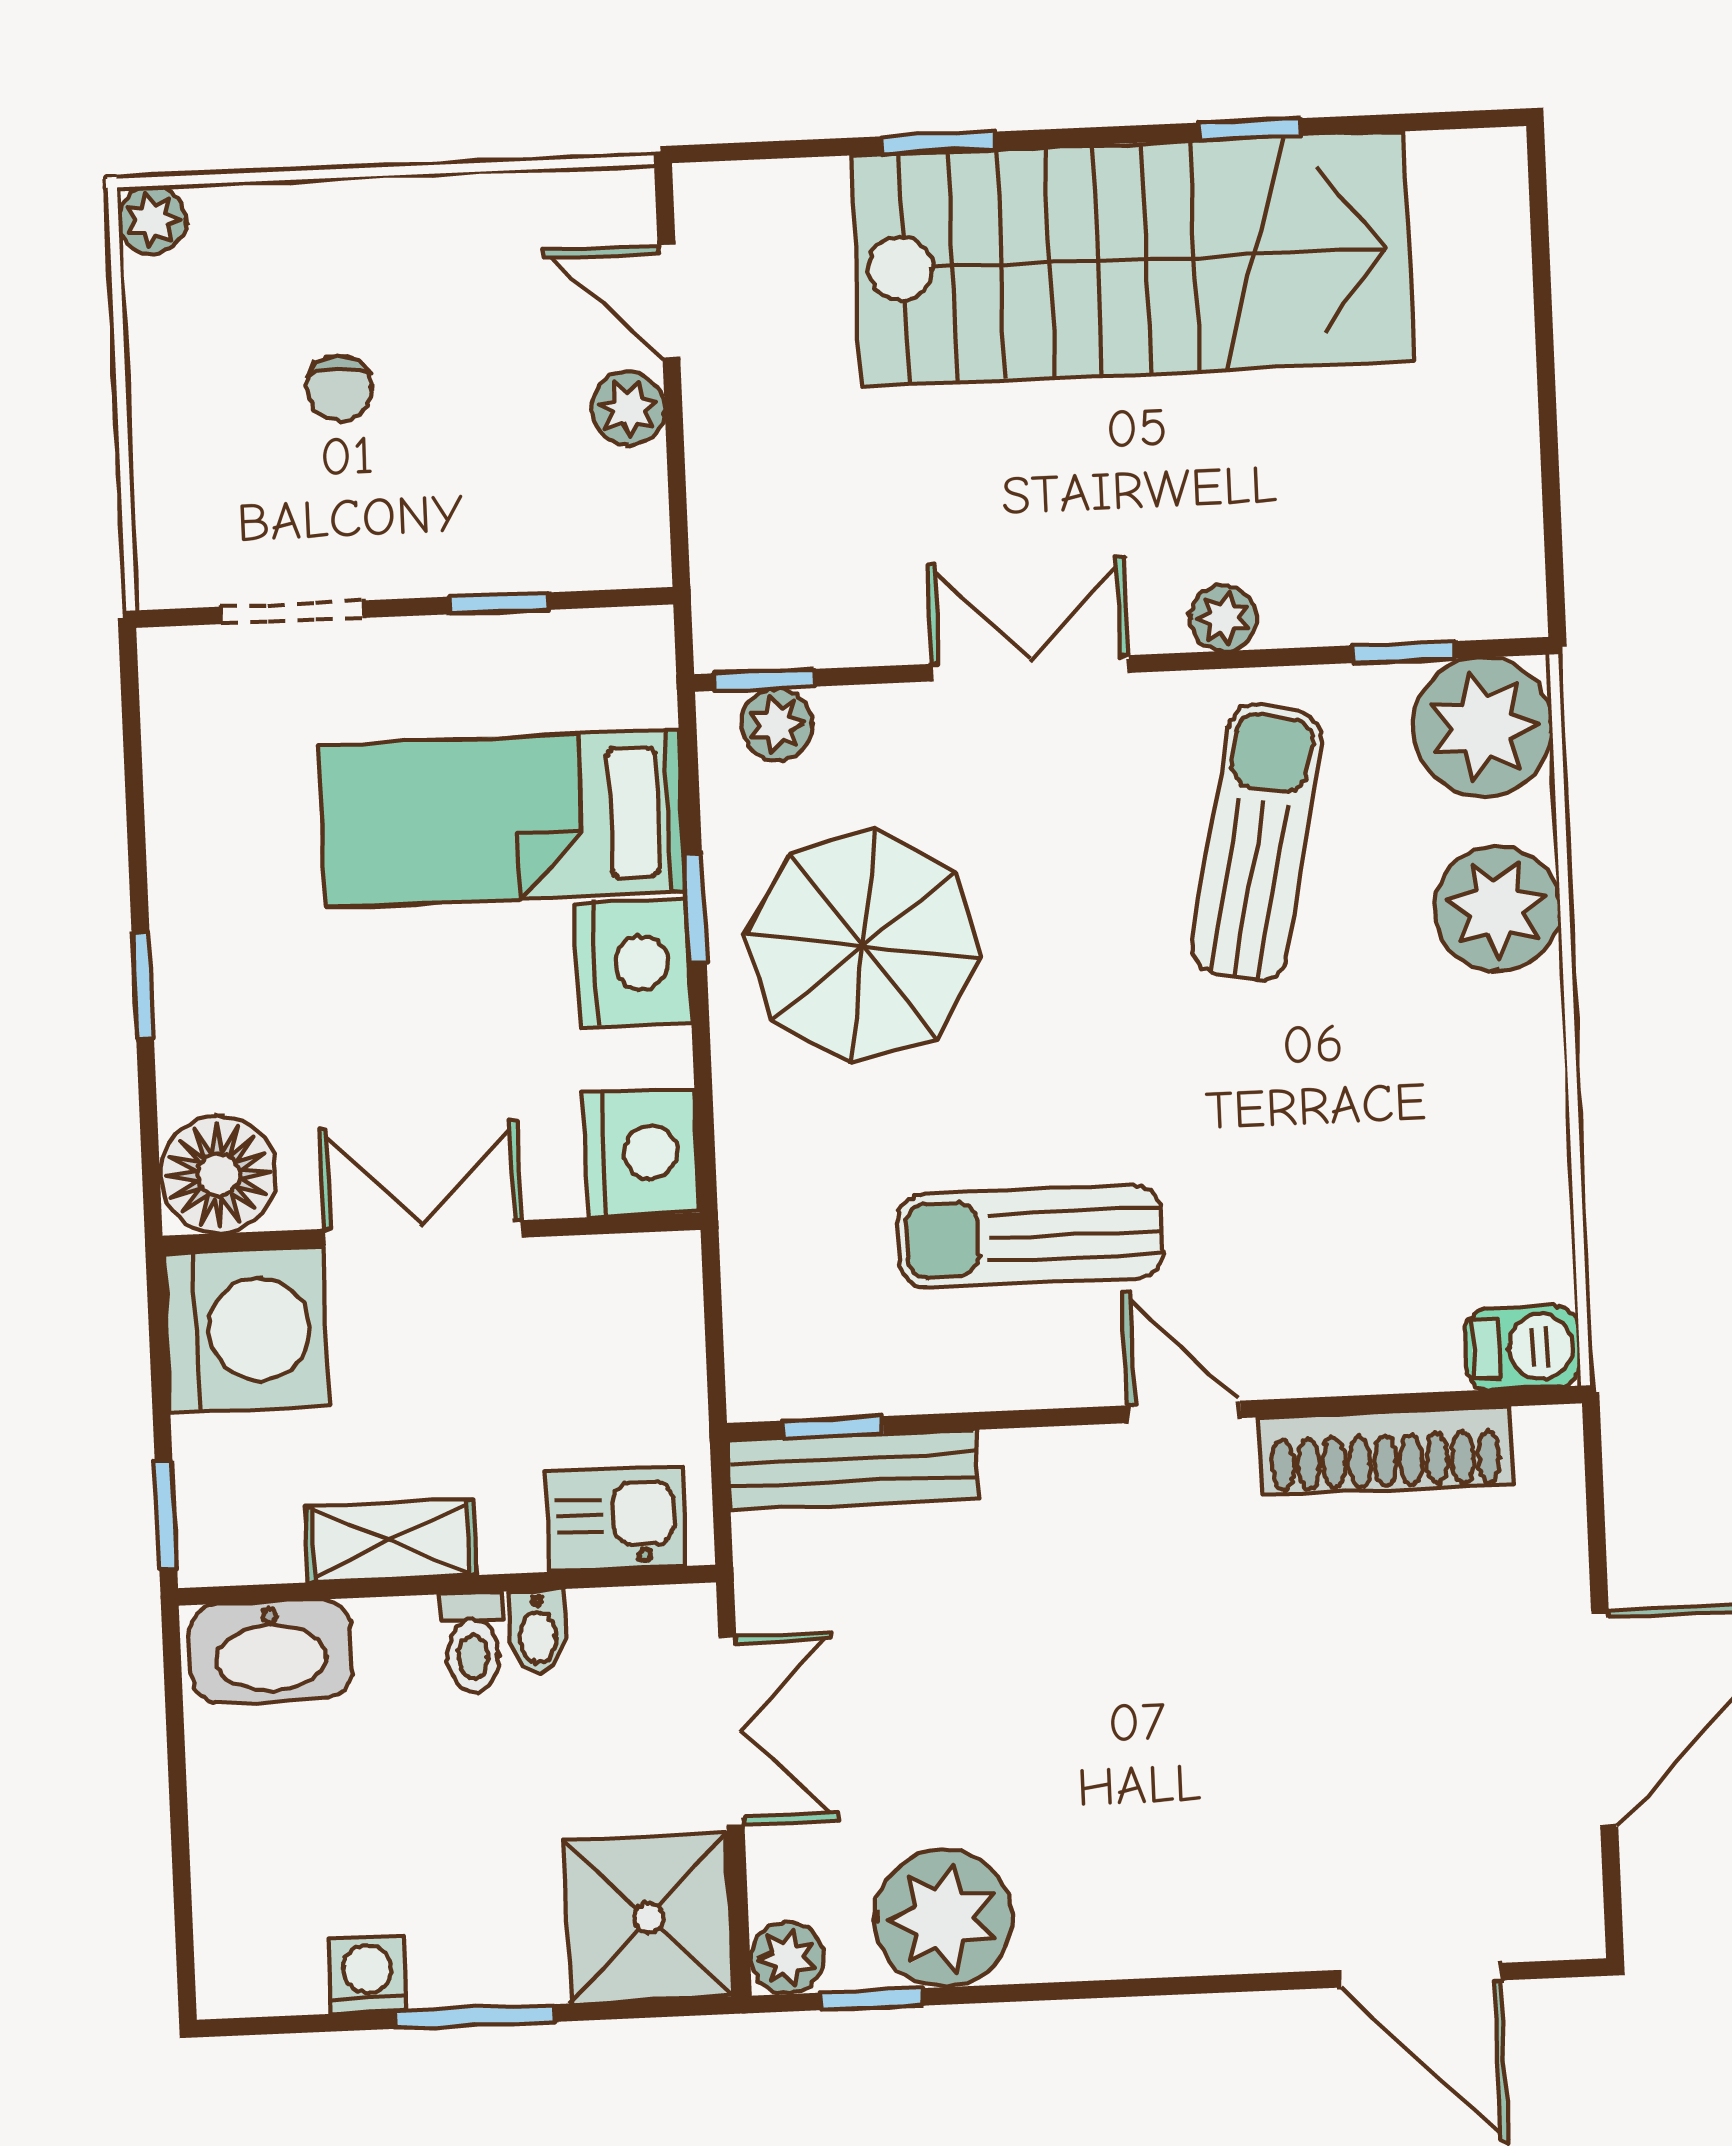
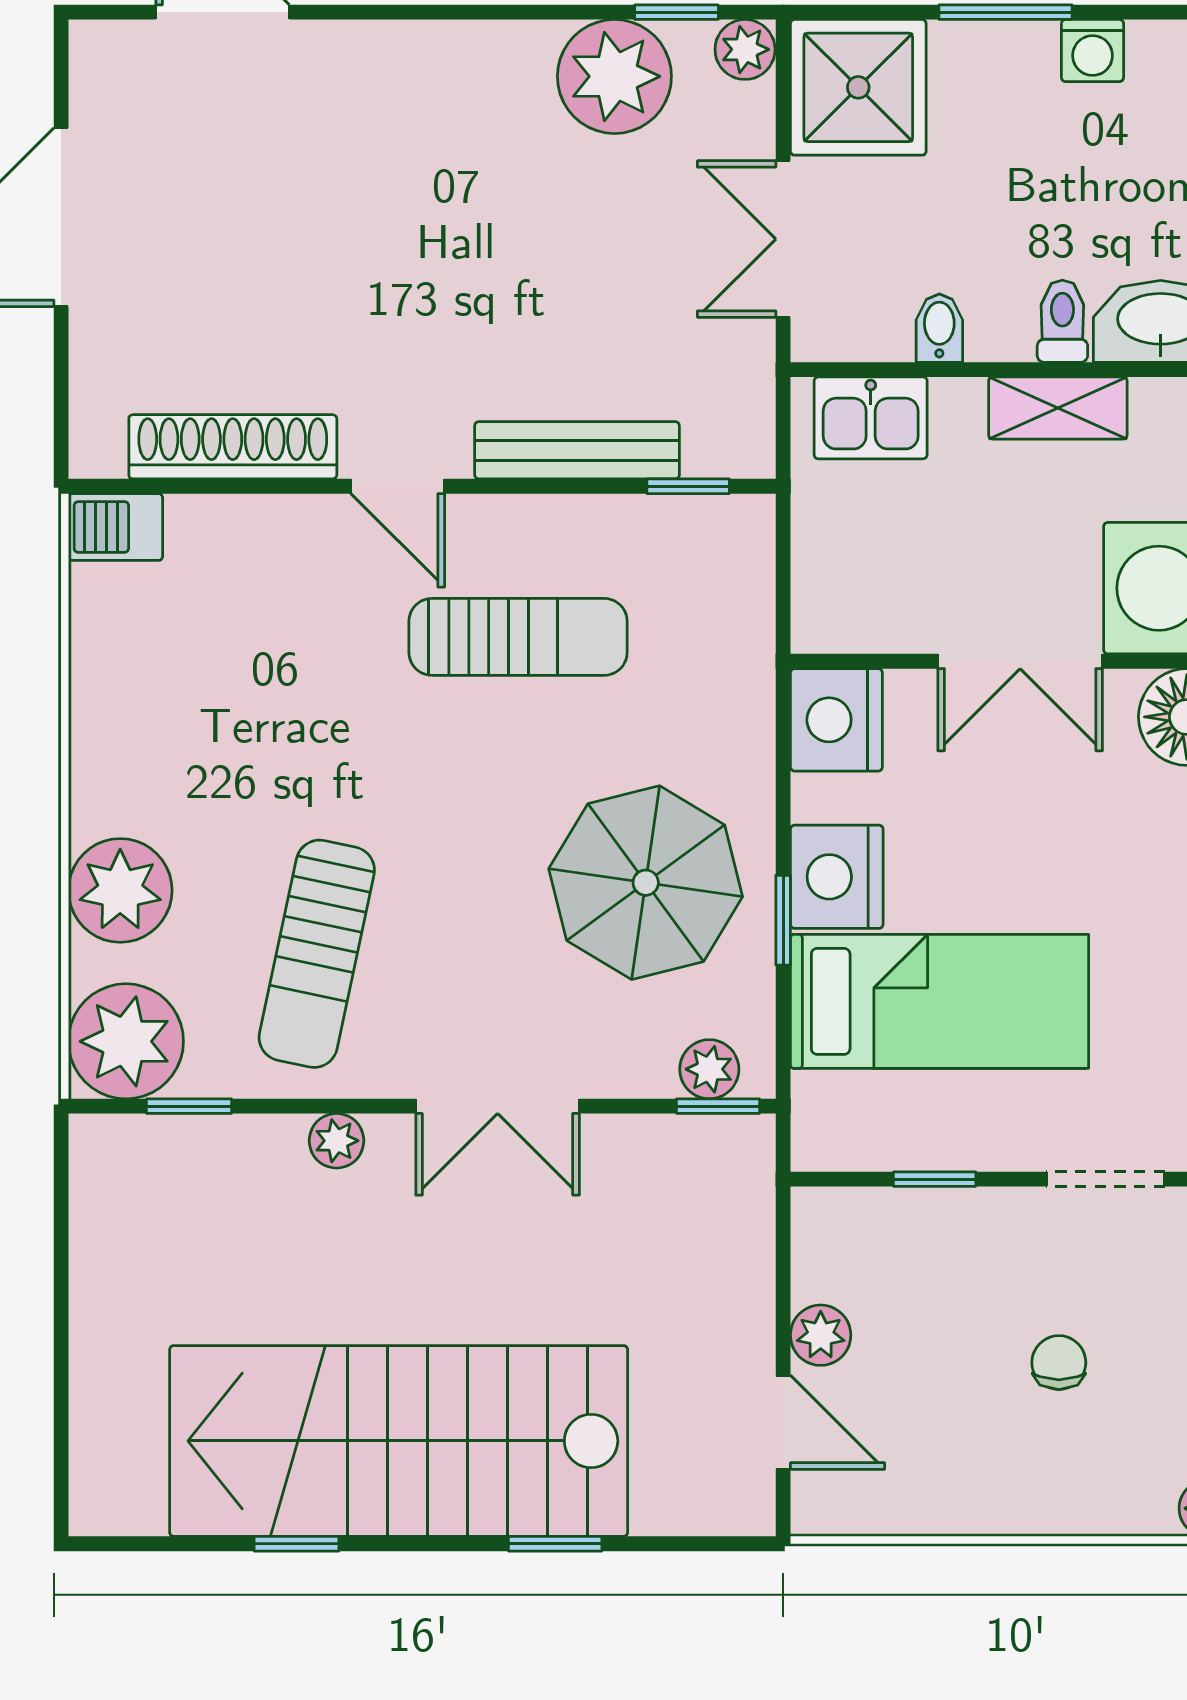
bench: (853, 1470) -> (577, 450), moved
toilet: (473, 1643) -> (1062, 321), moved

